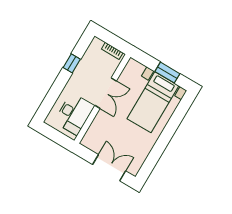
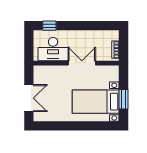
window: (72, 63) -> (49, 26), moved
double door: (106, 93) -> (82, 63), swing flipped

